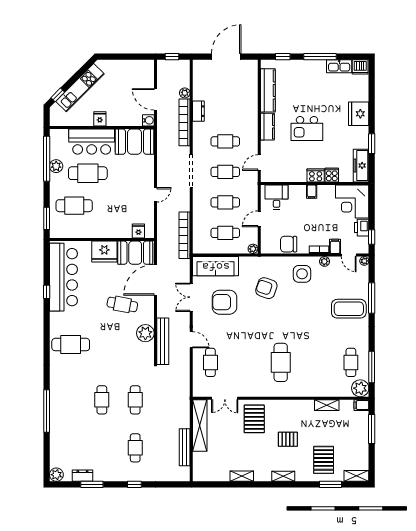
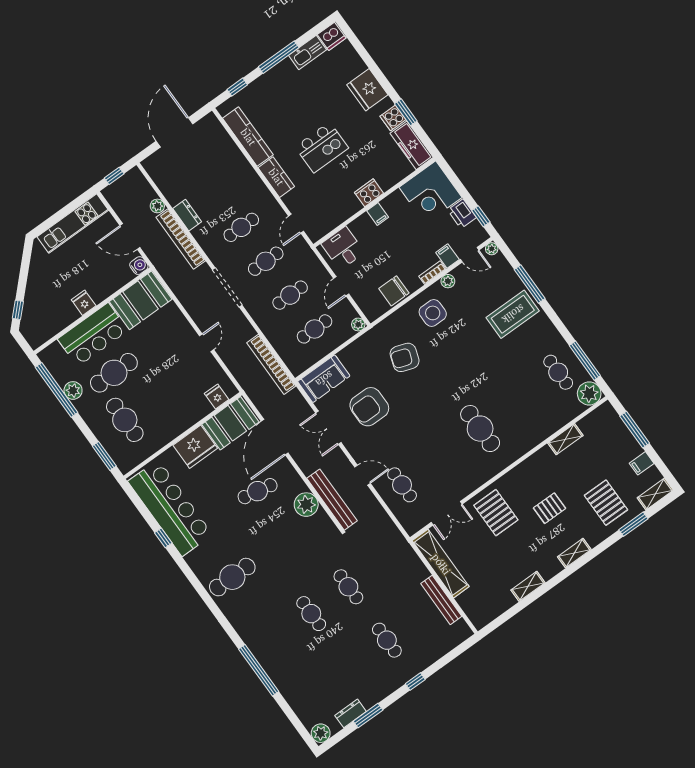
kitchen unit: (80, 88) -> (73, 224), moved, turned 45
cooker: (332, 175) -> (393, 118), moved, turned -90
cafe table: (74, 206) -> (125, 420), turned 90
sofa: (216, 266) -> (324, 379), width x0.73
filing cabinet: (361, 405) -> (642, 463), moved

